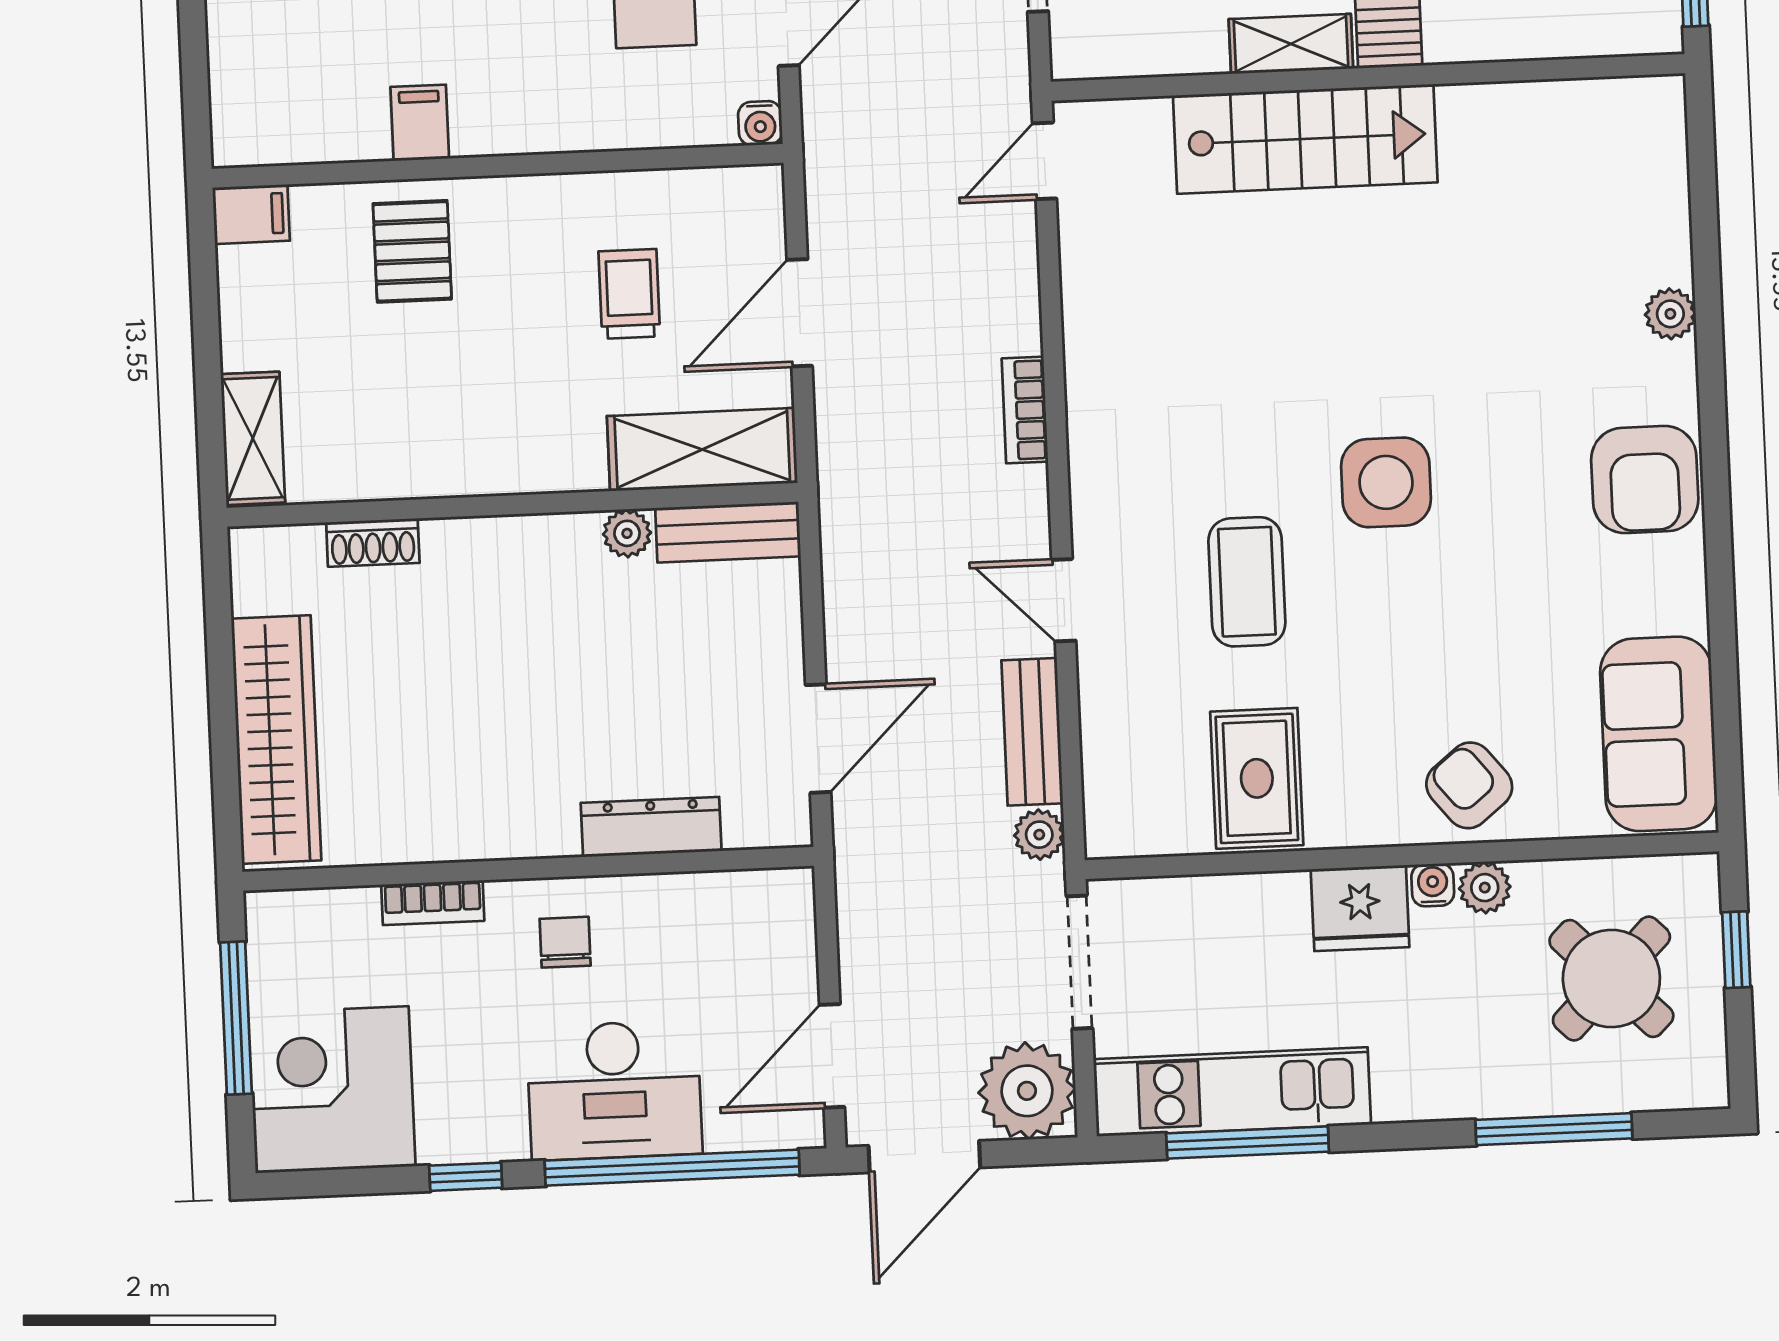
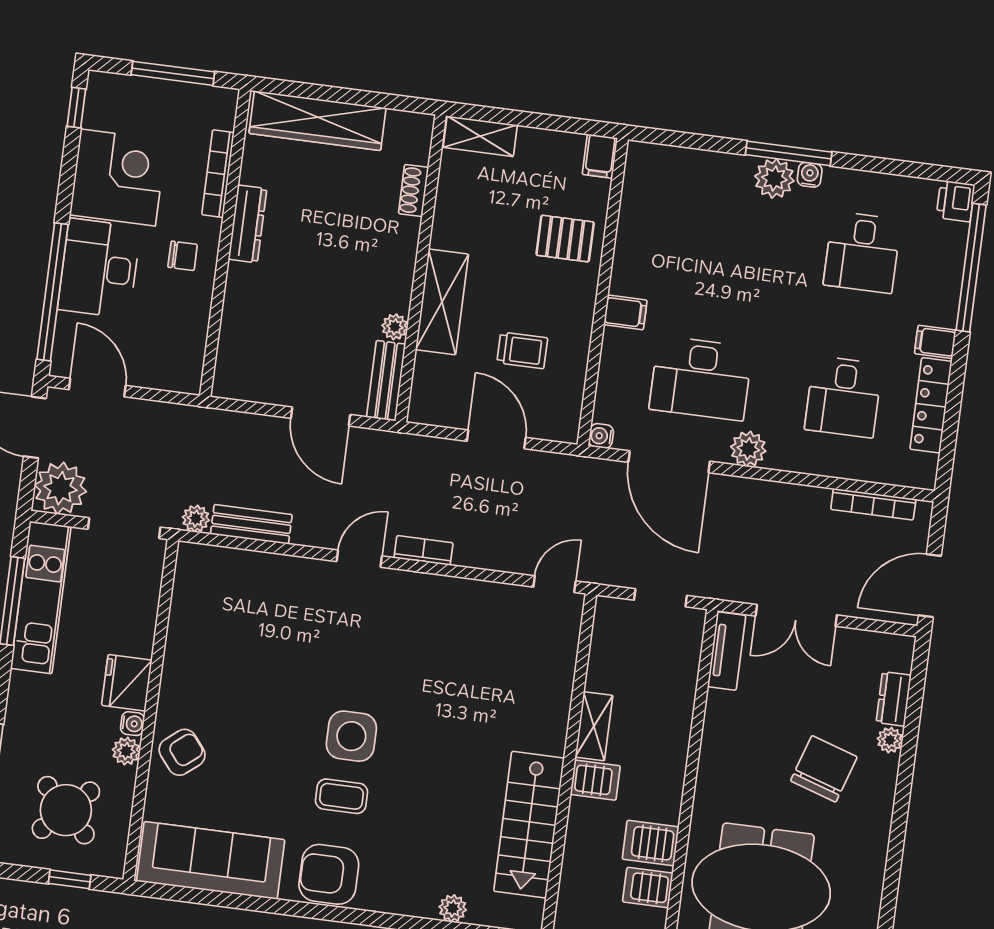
filing cabinet: (420, 123) -> (625, 312), moved
stairs: (1305, 139) -> (529, 825), moved
door: (1045, 161) -> (554, 584), hinge flipped
plant: (1670, 314) -> (453, 908), moved
shelving: (702, 449) -> (442, 302), moved
coffee table: (1247, 582) -> (341, 796), moved, width x0.73, depth x0.77
door: (1064, 600) -> (359, 559), moved
sofa: (1658, 734) -> (211, 860), width x1.36
door: (818, 739) -> (320, 416), moved
rug: (1257, 778) -> (206, 640), removed
dresser: (651, 827) -> (248, 224), moved
bookcase: (433, 903) -> (218, 174), width x1.56
corner desk: (332, 1090) -> (118, 178), moved
window: (466, 1177) -> (76, 108), moved

